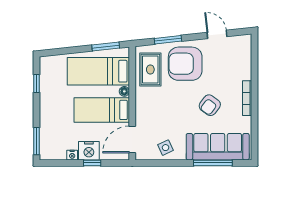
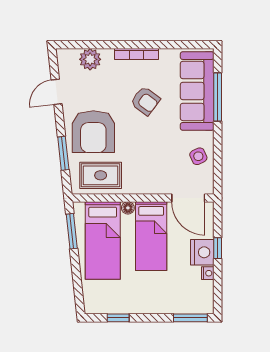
plant: (243, 61) -> (90, 59), added

